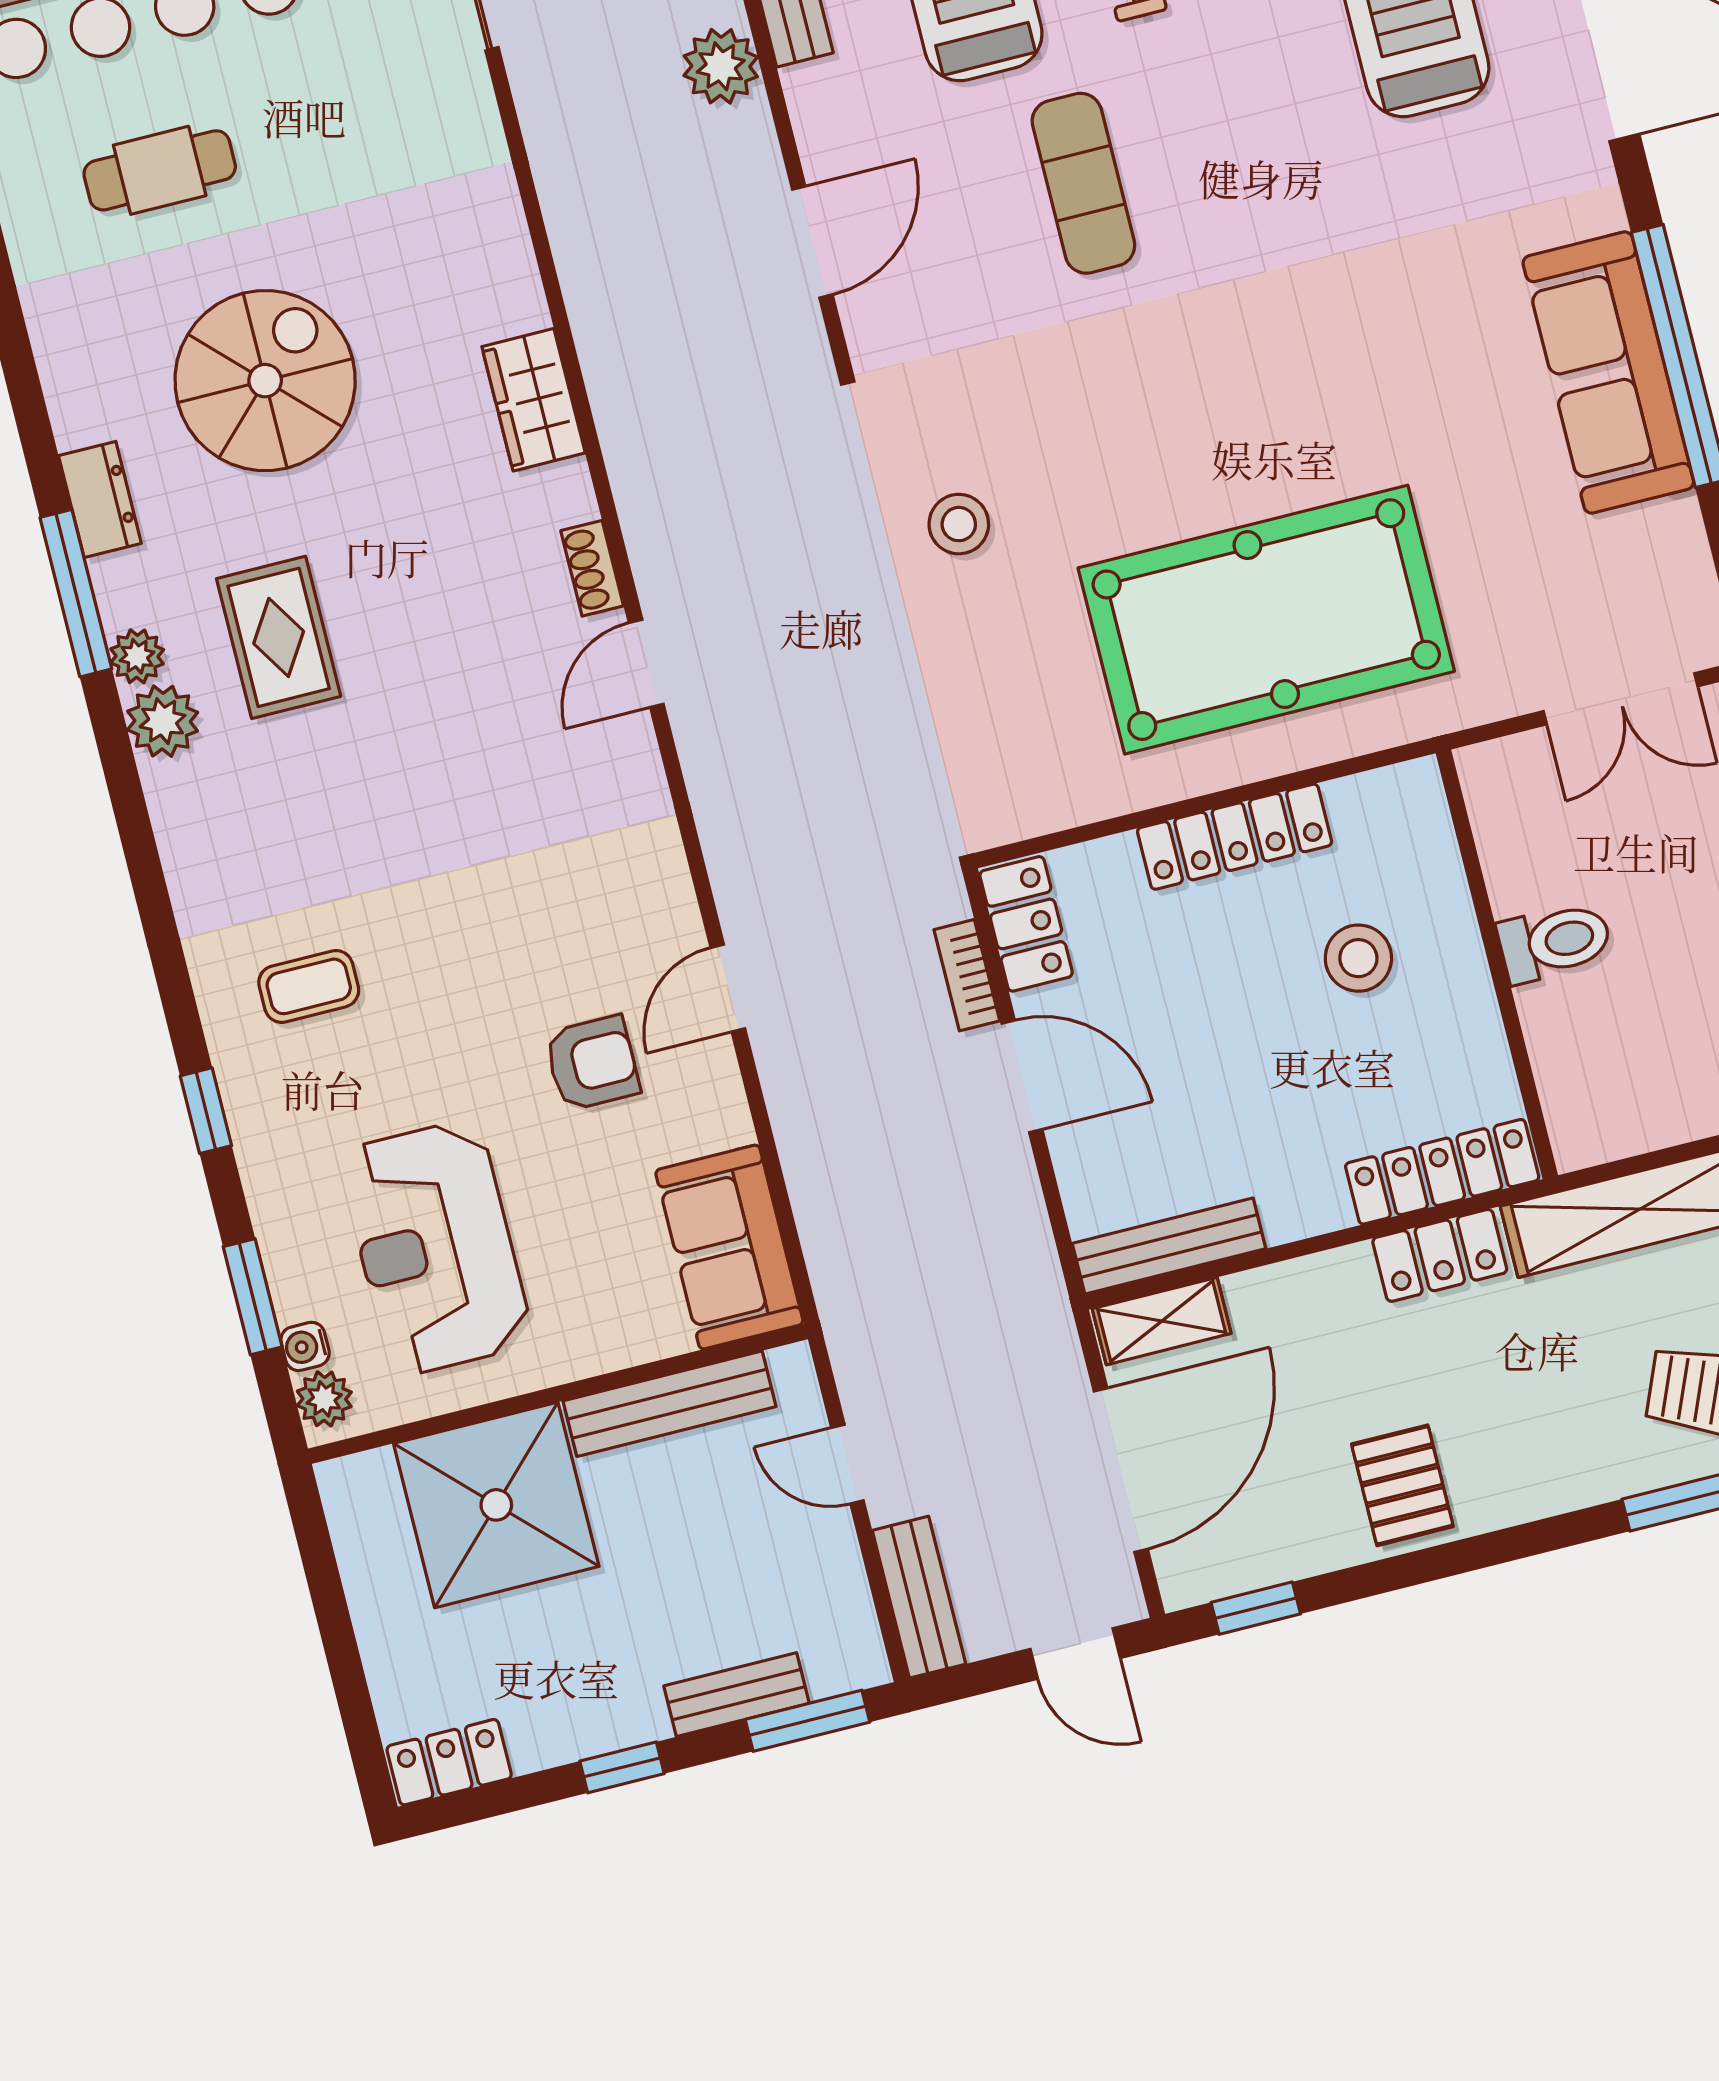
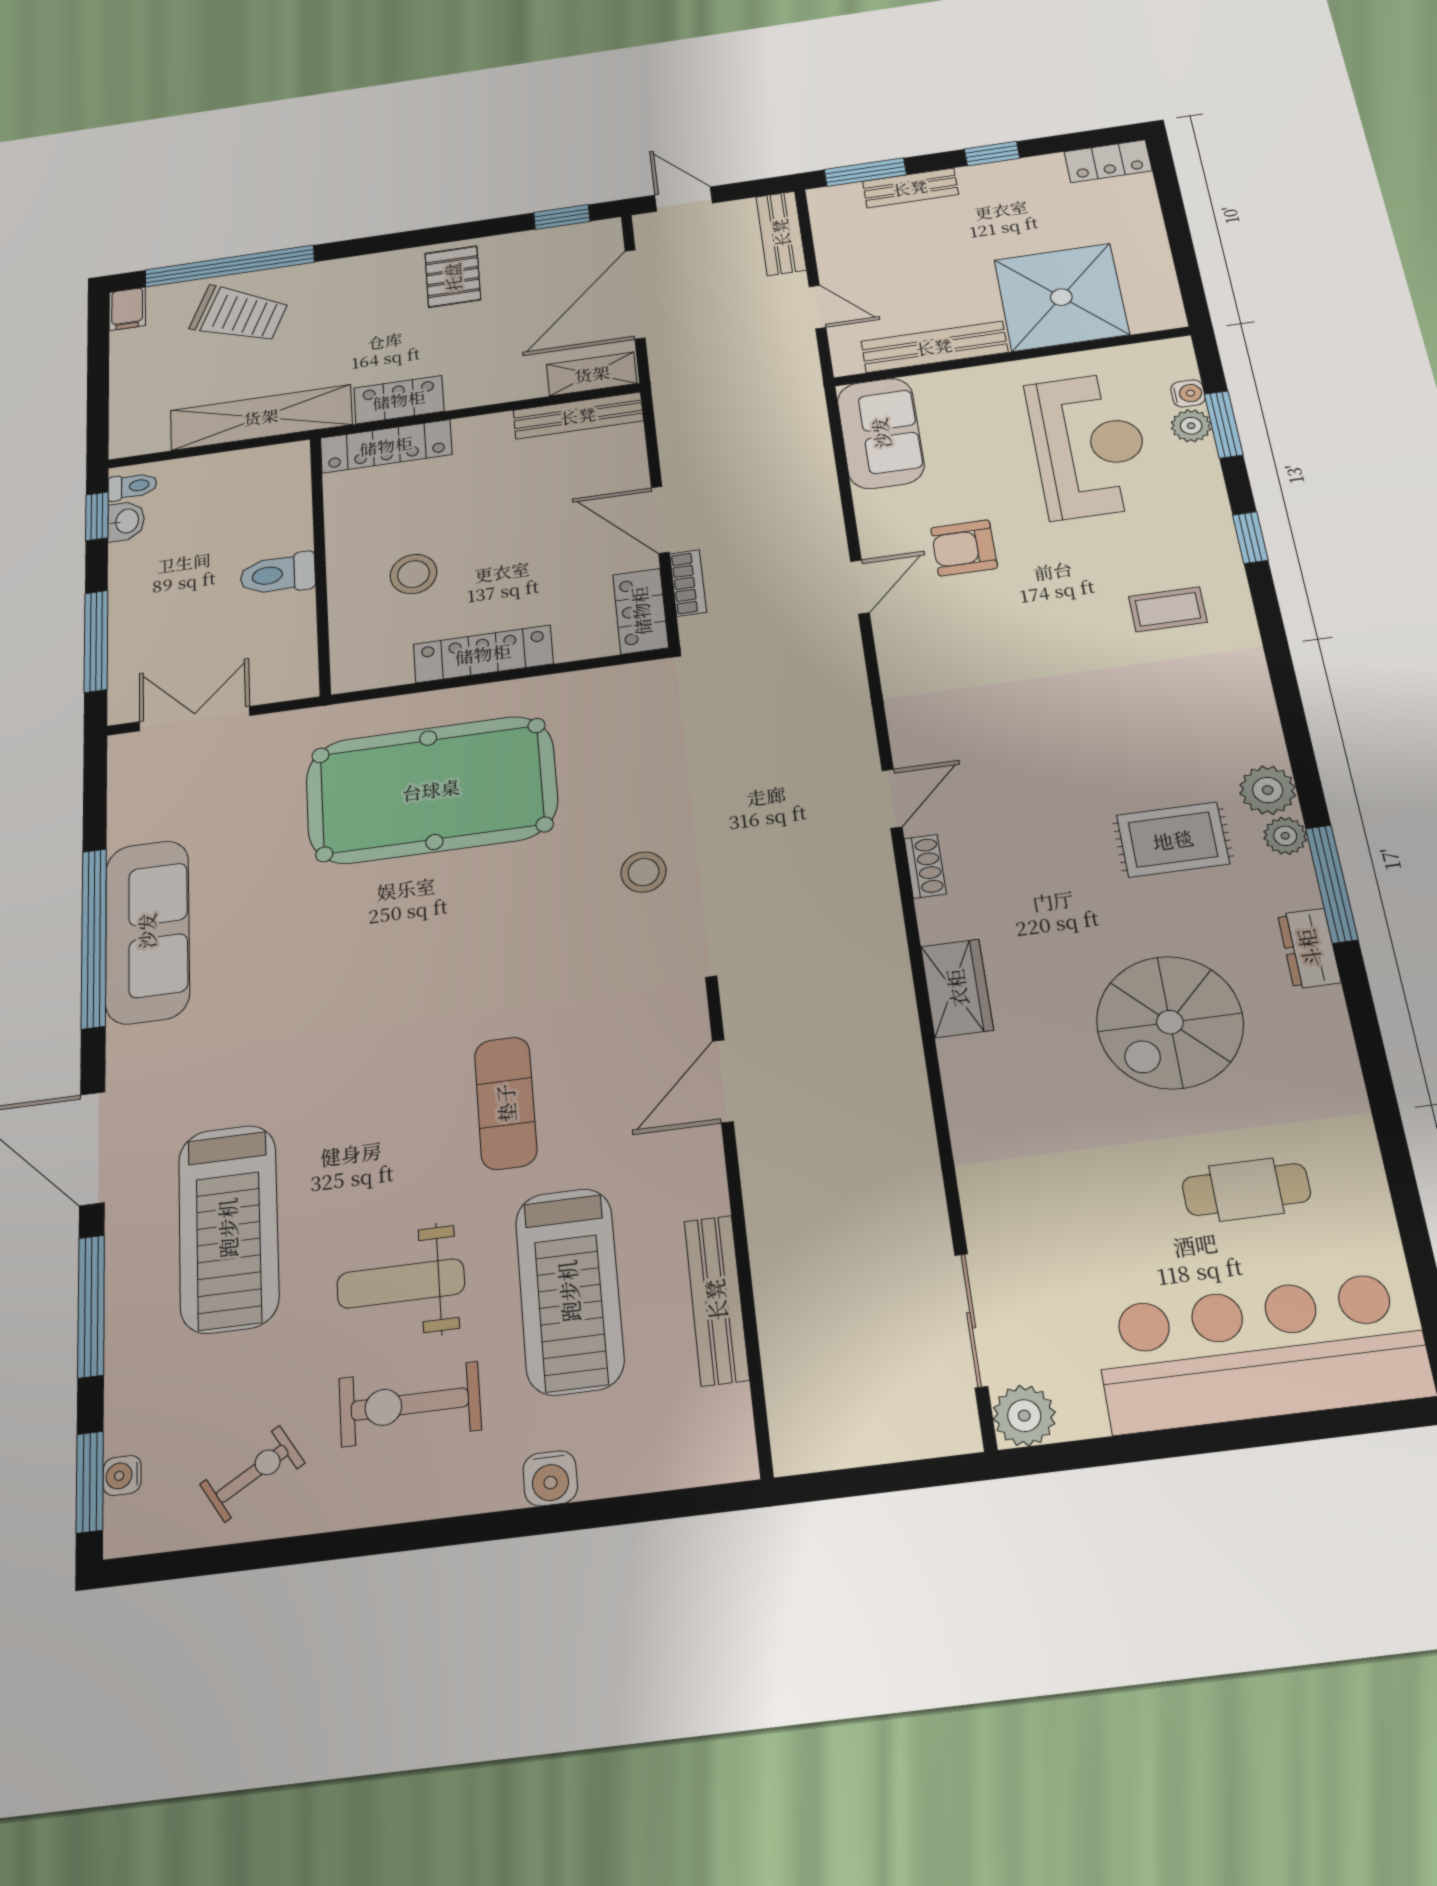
plant: (721, 66) -> (776, 1221), removed
rug: (279, 637) -> (1173, 840), turned 90
plant: (324, 1399) -> (1191, 426), moved

